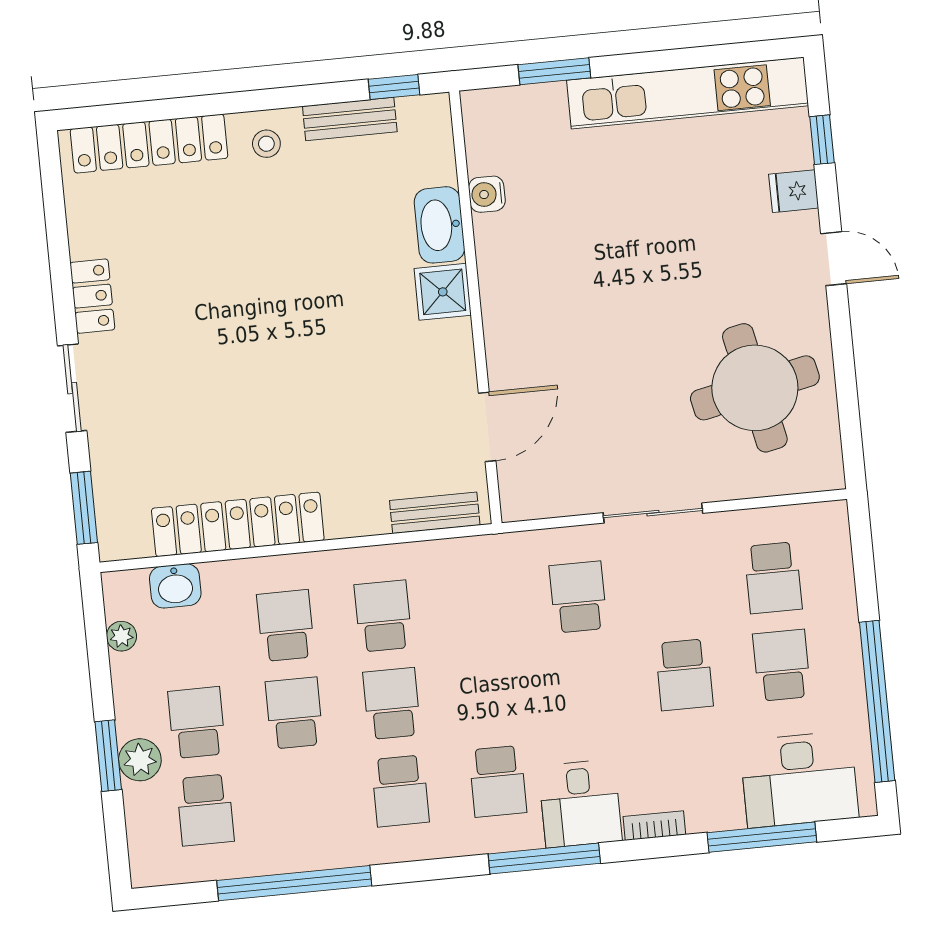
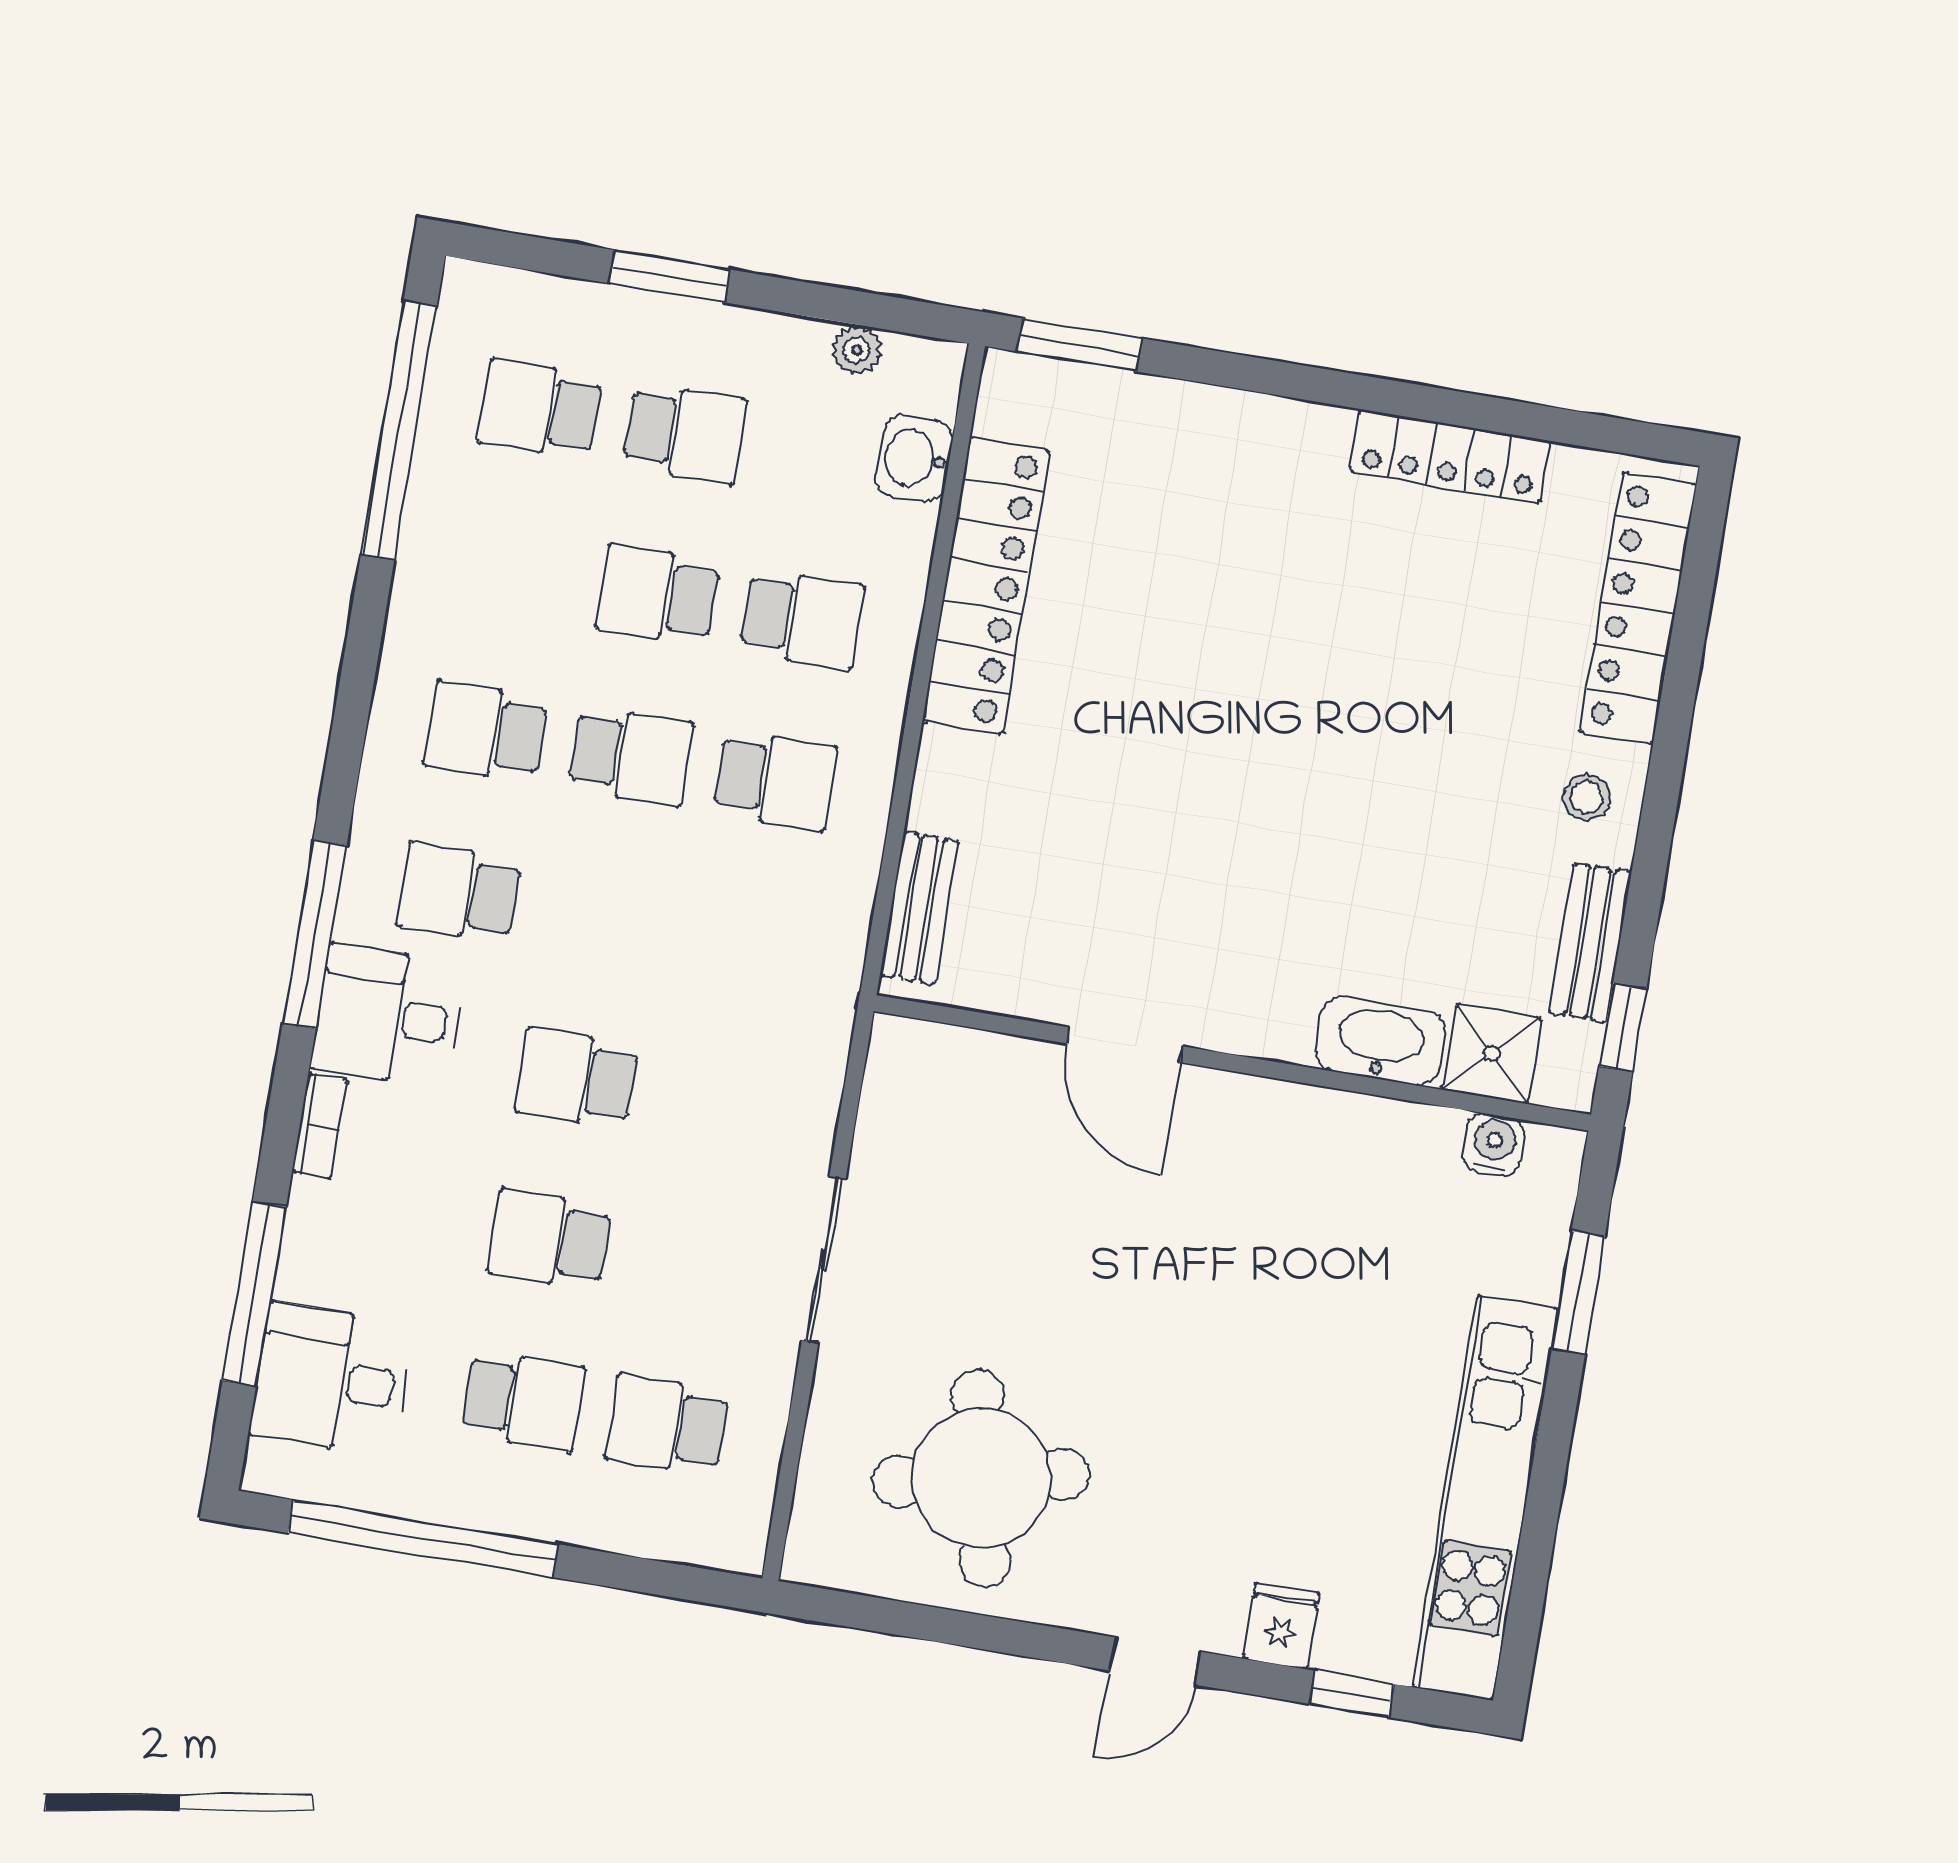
water cooler: (487, 194) -> (1494, 1145), moved
shower: (443, 292) -> (1492, 1054), moved
locker: (92, 296) -> (1450, 456), width x1.53
sliding door: (72, 388) -> (1278, 378), removed
door: (487, 427) -> (1124, 1045), moved
school desk: (578, 597) -> (577, 1078), moved, turned 180
school desk: (294, 713) -> (658, 595), turned 180
plant: (140, 760) -> (649, 326), removed
desk: (799, 779) -> (331, 1379), width x0.73
window: (294, 883) -> (399, 431), moved

